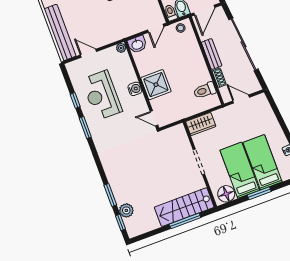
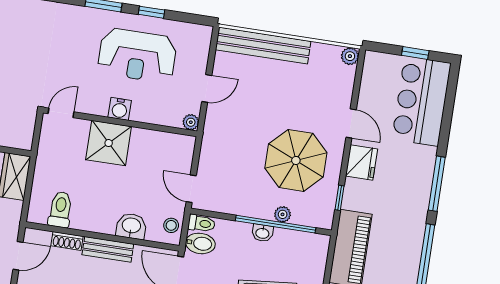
washbasin: (137, 44) -> (131, 226), moved, turned 90
door: (88, 53) -> (207, 88), moved
reception desk: (102, 95) -> (137, 55), turned 180

